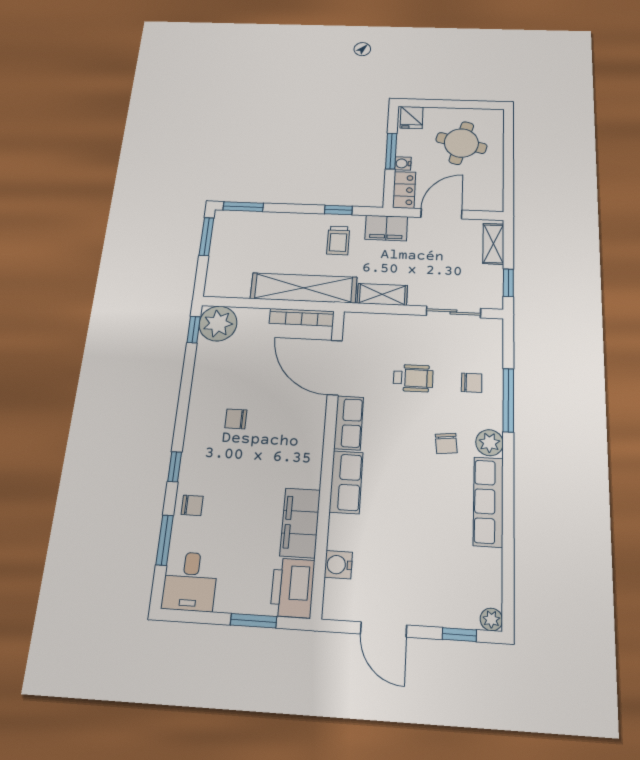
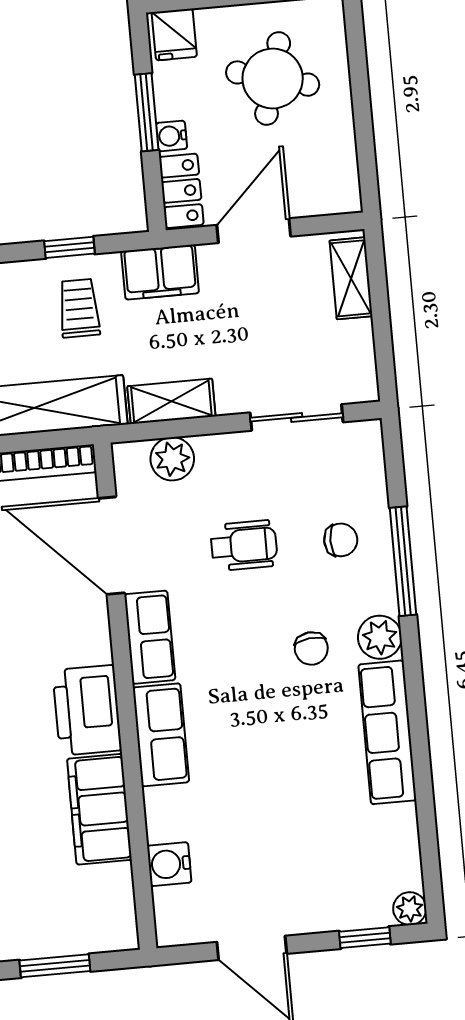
trolley: (338, 240) -> (79, 308), turned 180
window: (508, 283) -> (384, 350), removed
plant: (378, 325) -> (172, 459), added
printer: (293, 588) -> (87, 710), moved

